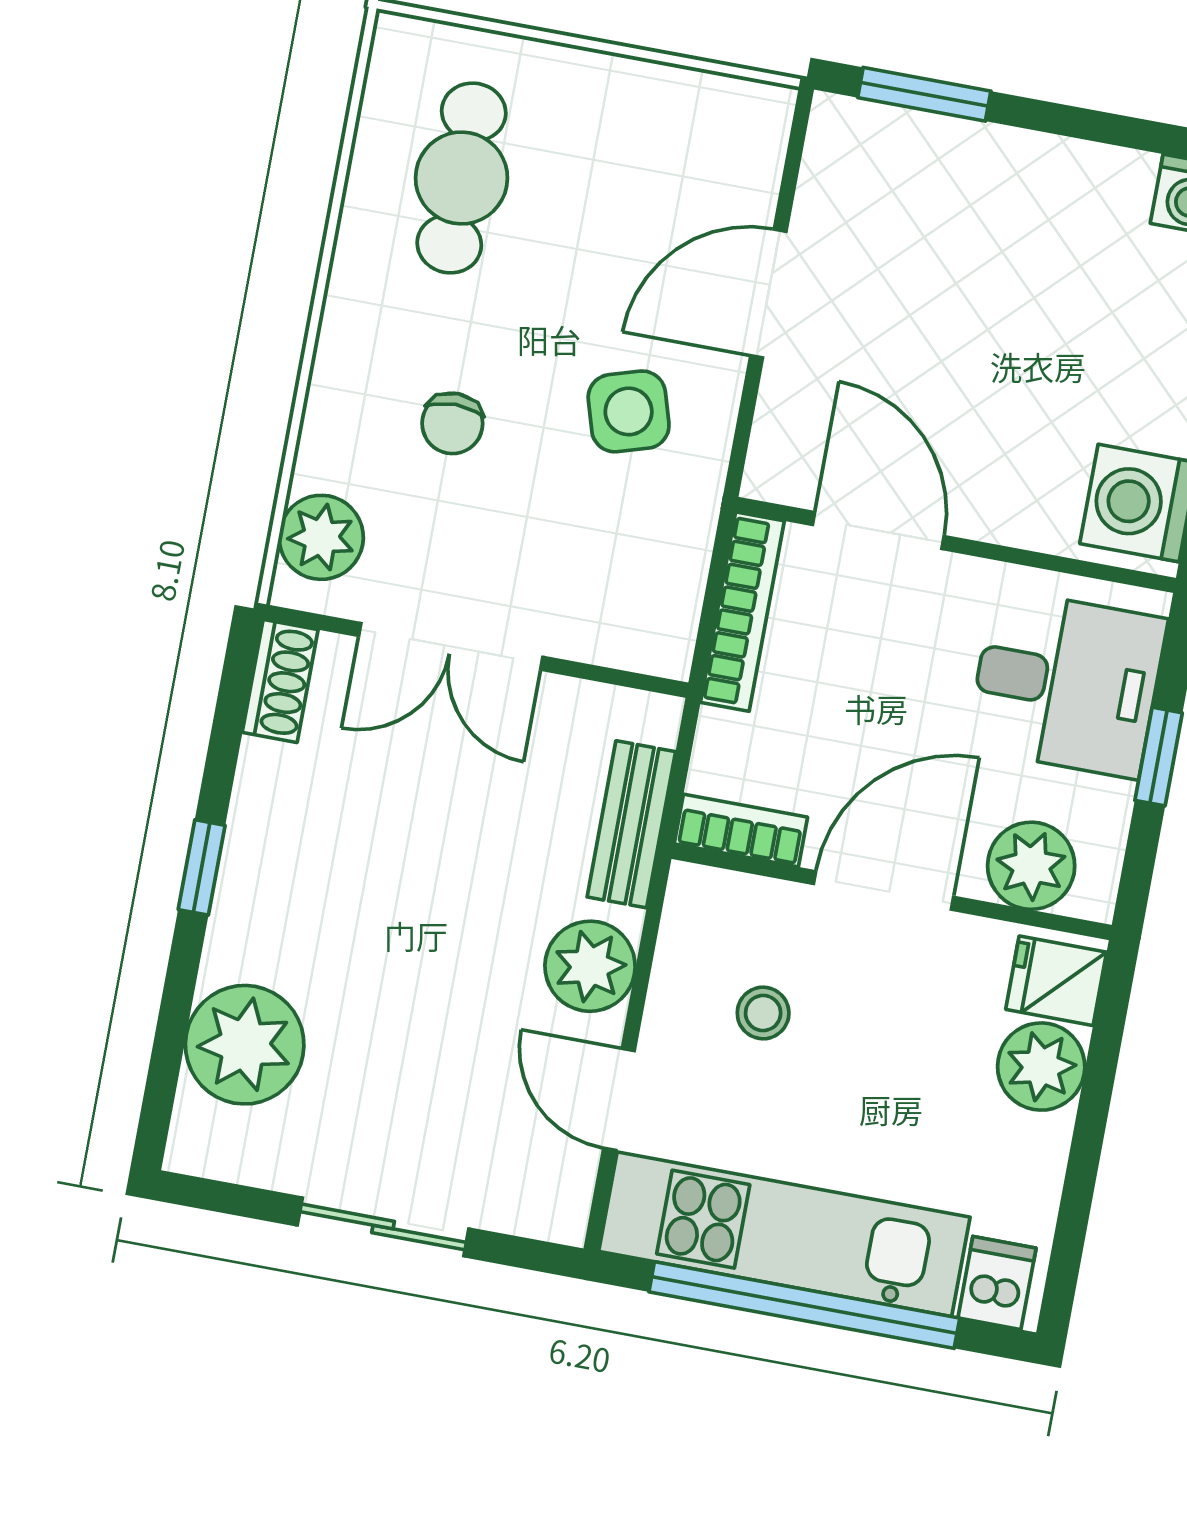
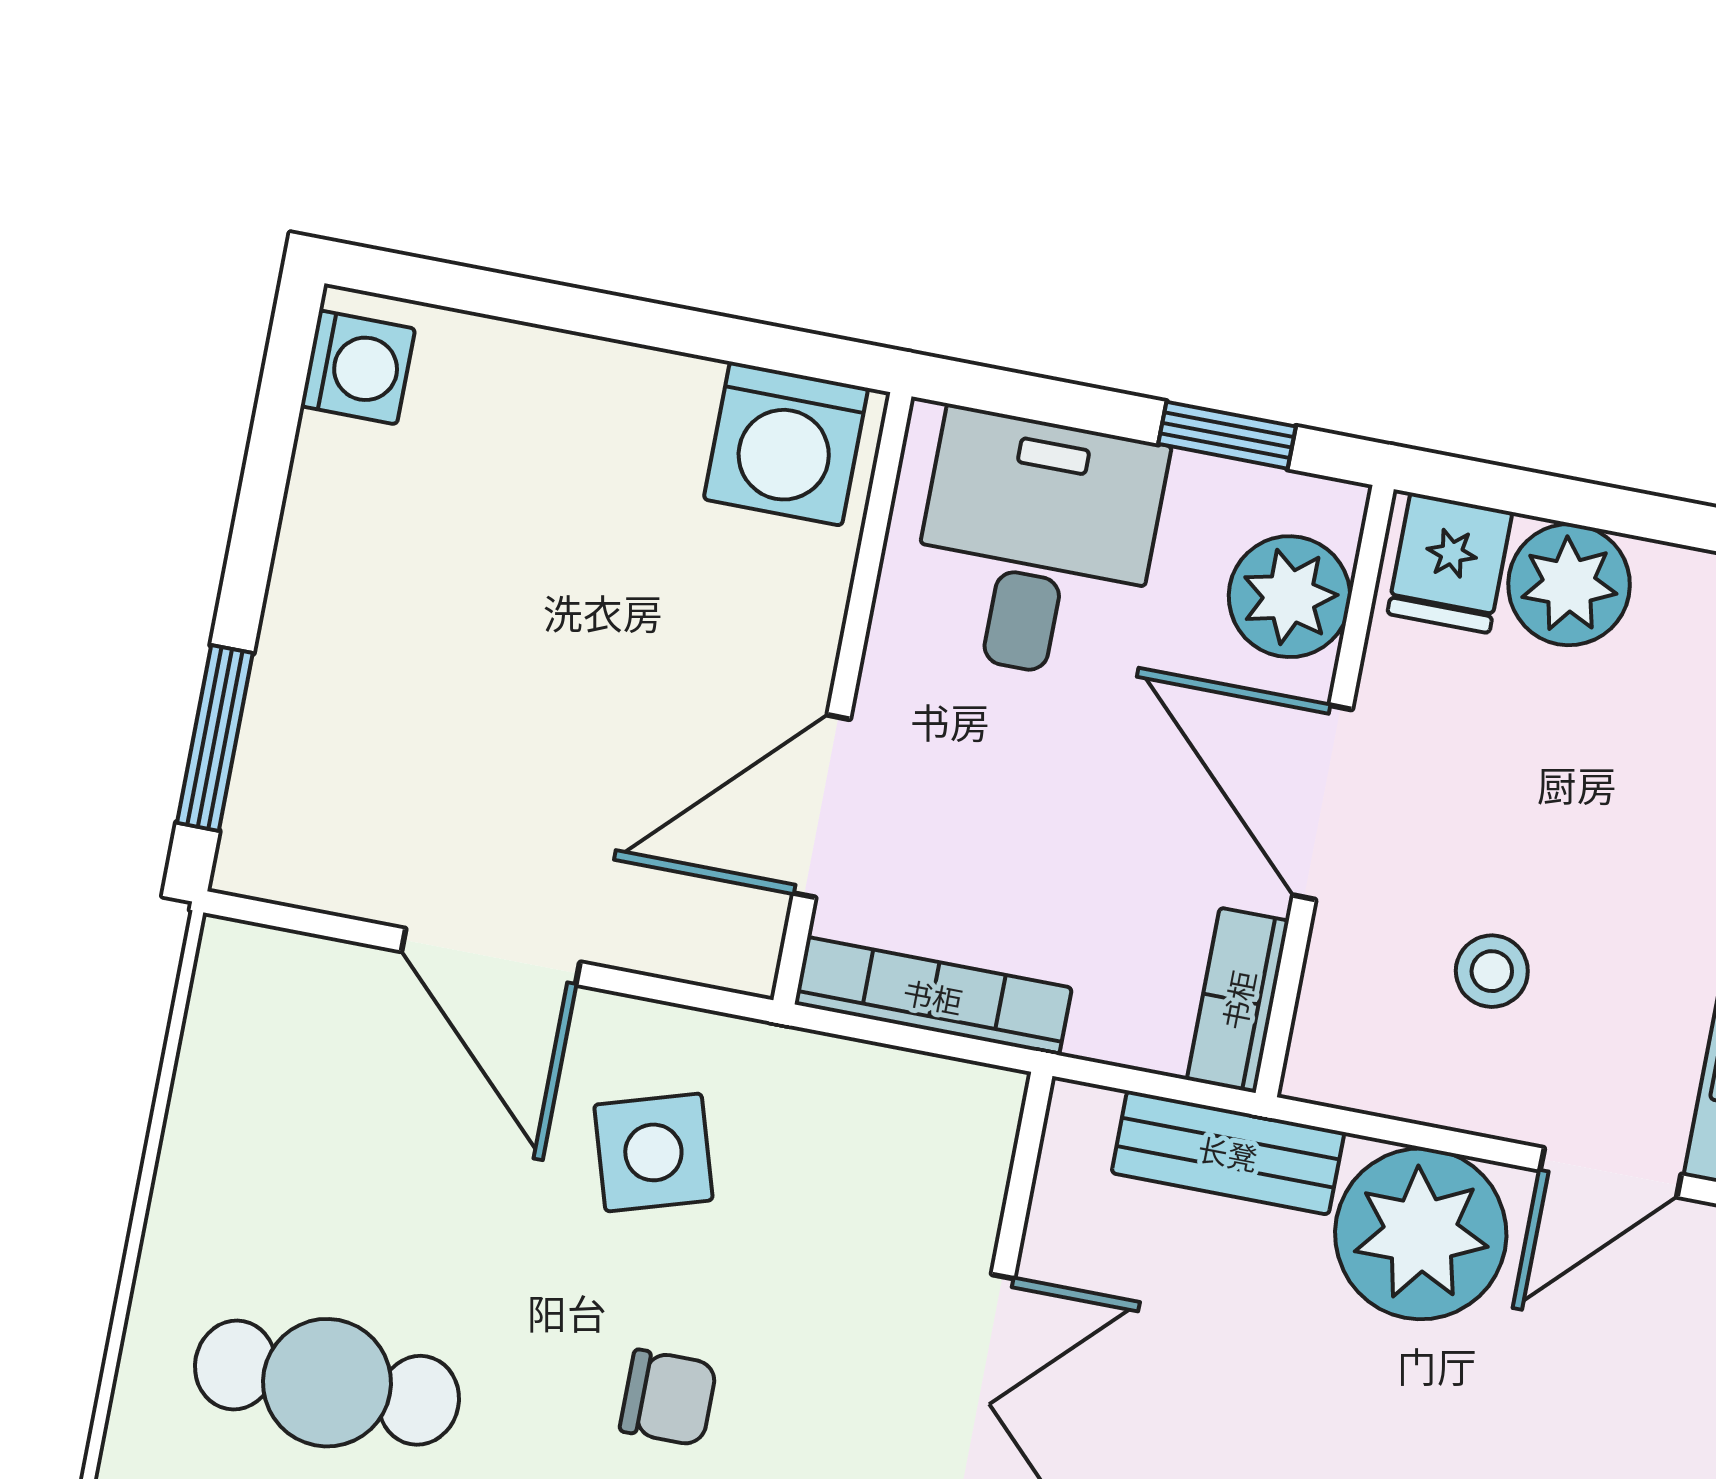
window: (1159, 757) -> (1227, 435), moved
plant: (590, 966) -> (1421, 1234), width x1.36, depth x1.36

